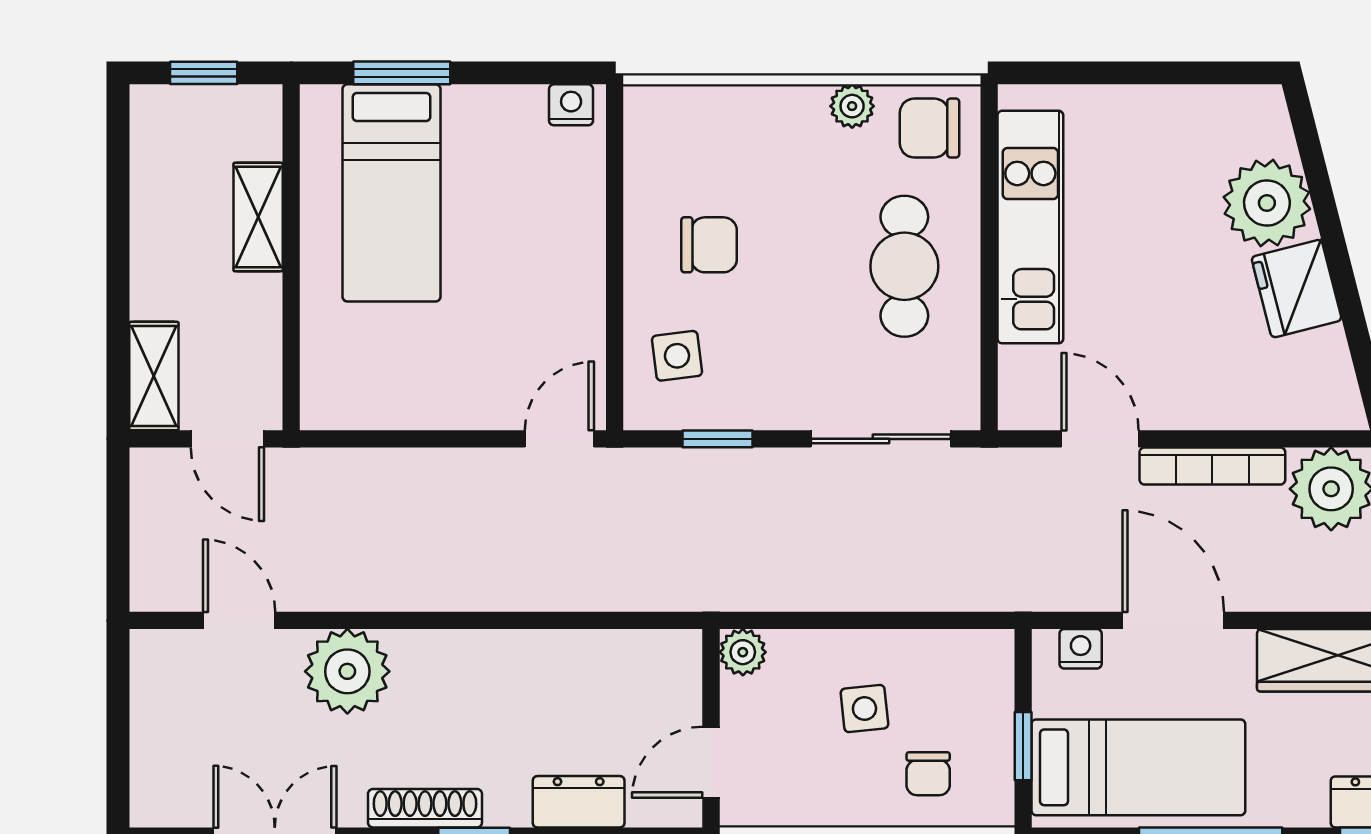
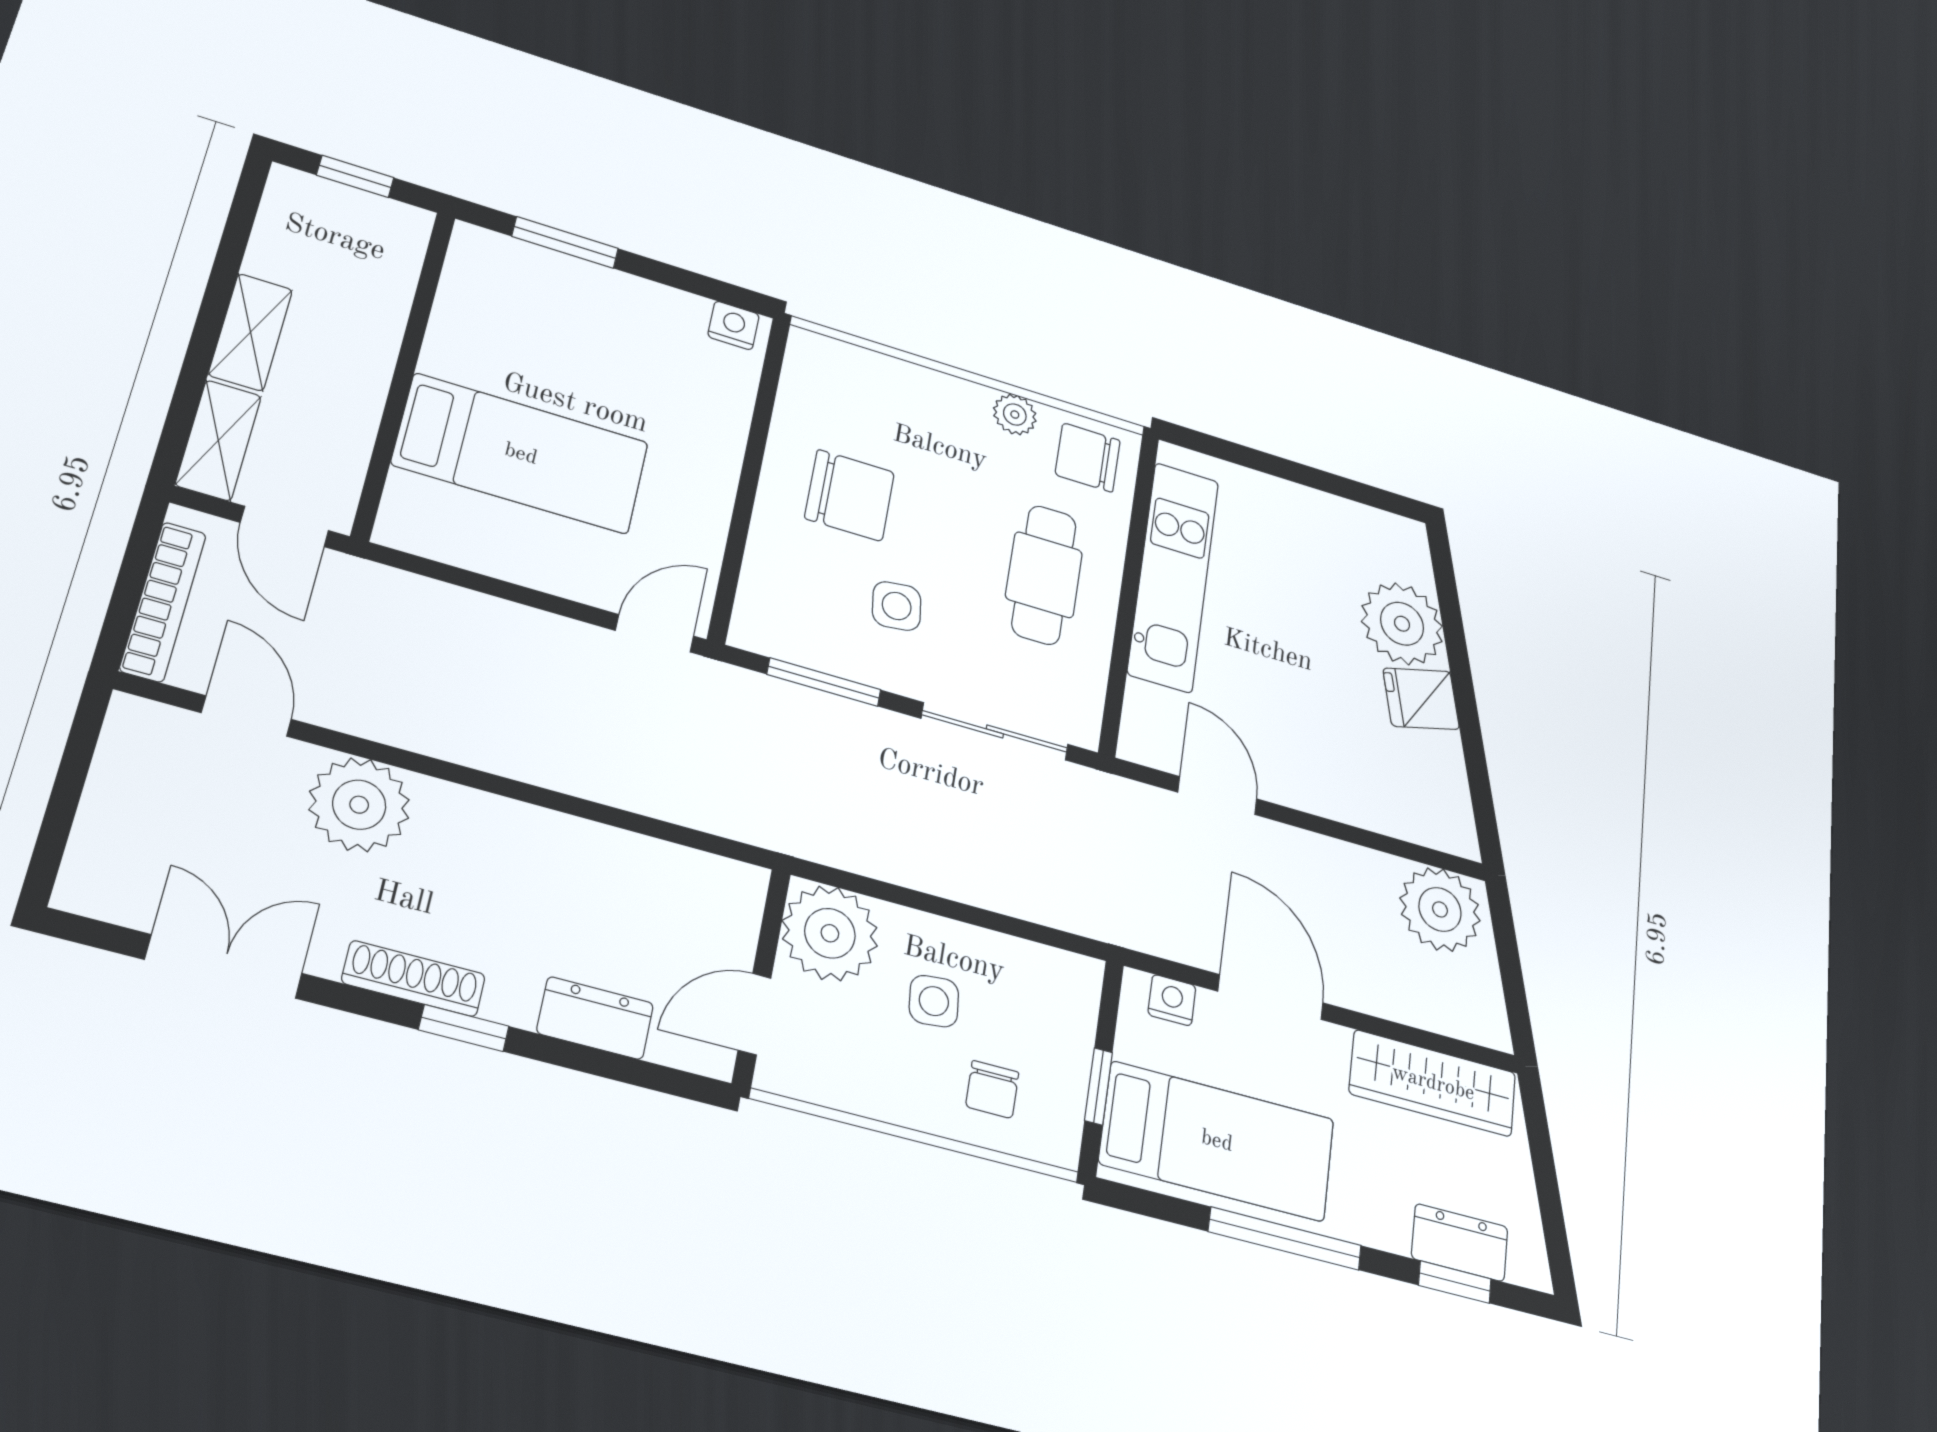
bed: (391, 193) -> (521, 454), moved, turned -90
shelving: (258, 217) -> (251, 332), moved
chair: (709, 245) -> (850, 495), width x1.37, depth x1.37
fridge: (1297, 289) -> (1421, 699), width x0.72
side table: (677, 356) -> (897, 606), moved
window: (717, 439) -> (824, 682), width x1.50
bookcase: (1212, 466) -> (163, 602), moved, turned -90
plant: (743, 652) -> (830, 933), width x1.88, depth x1.88

